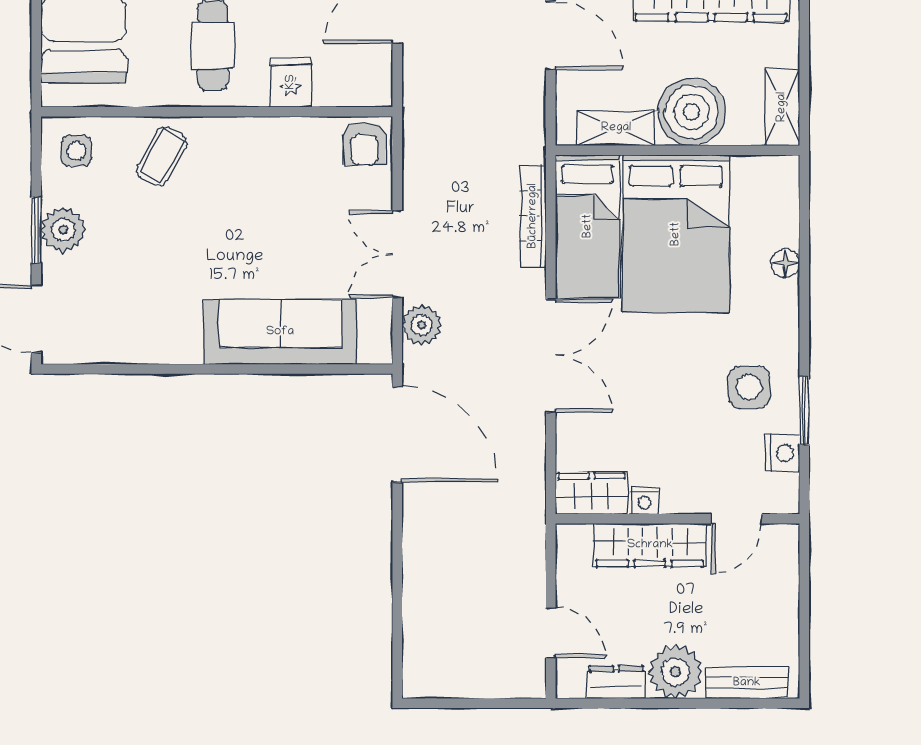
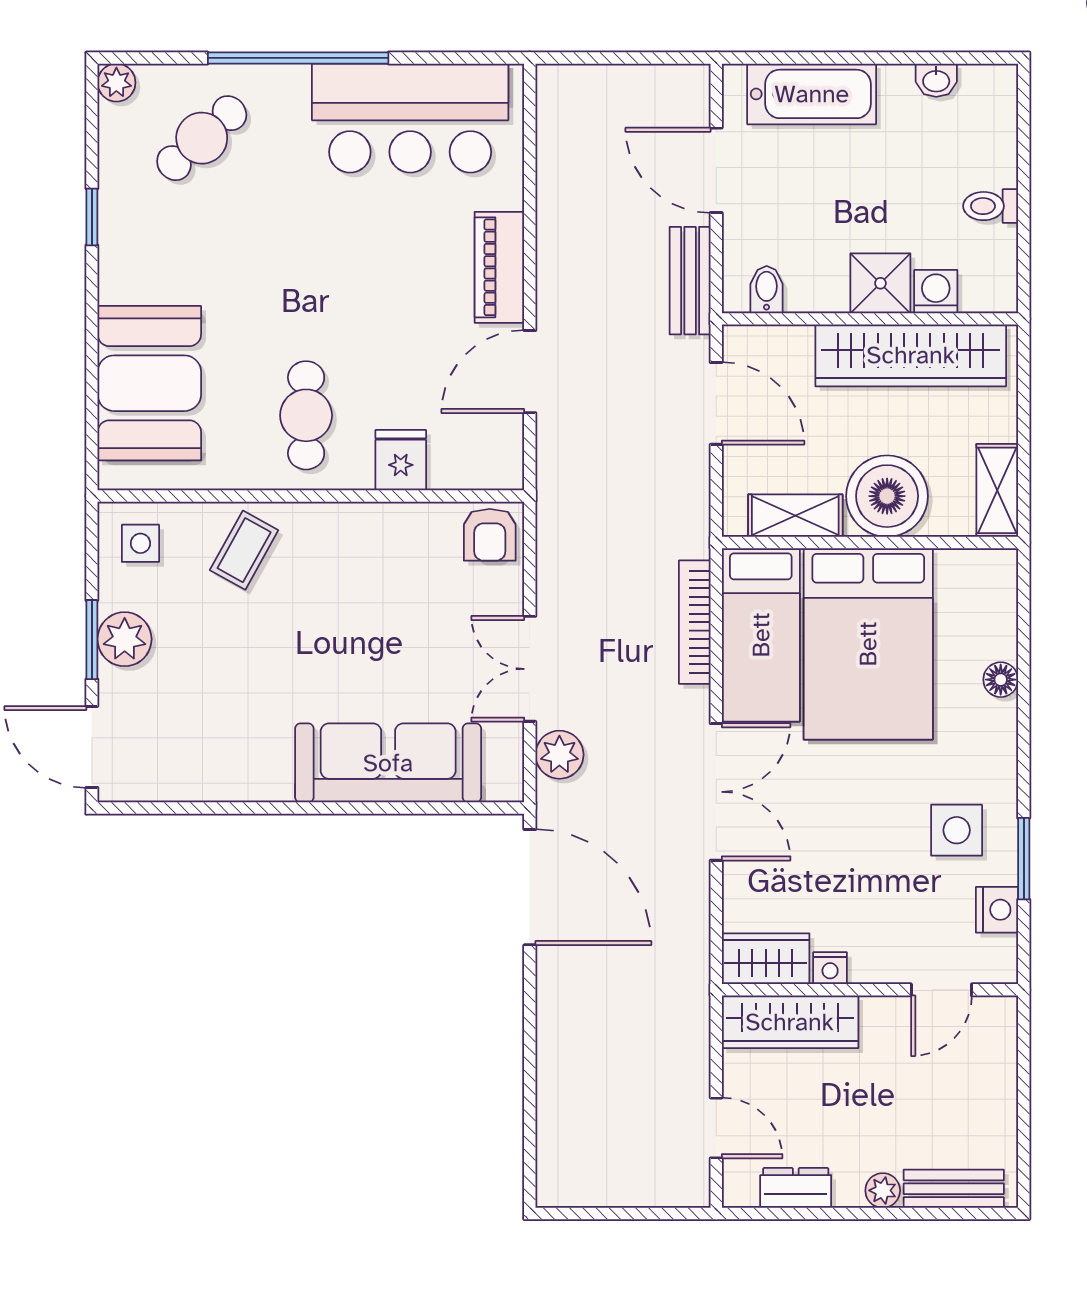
wardrobe: (650, 545) -> (790, 1022), moved
plant: (676, 672) -> (883, 1190), width x0.53, depth x0.53

